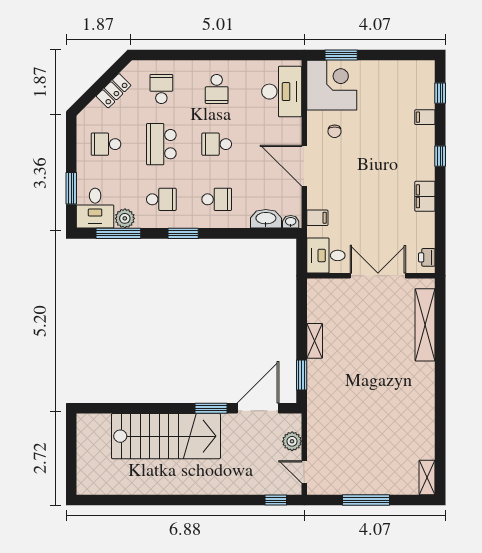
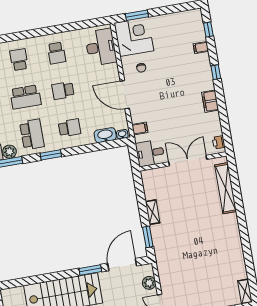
school desk: (161, 144) -> (25, 97), turned -90
school desk: (161, 199) -> (32, 134), width x1.85

